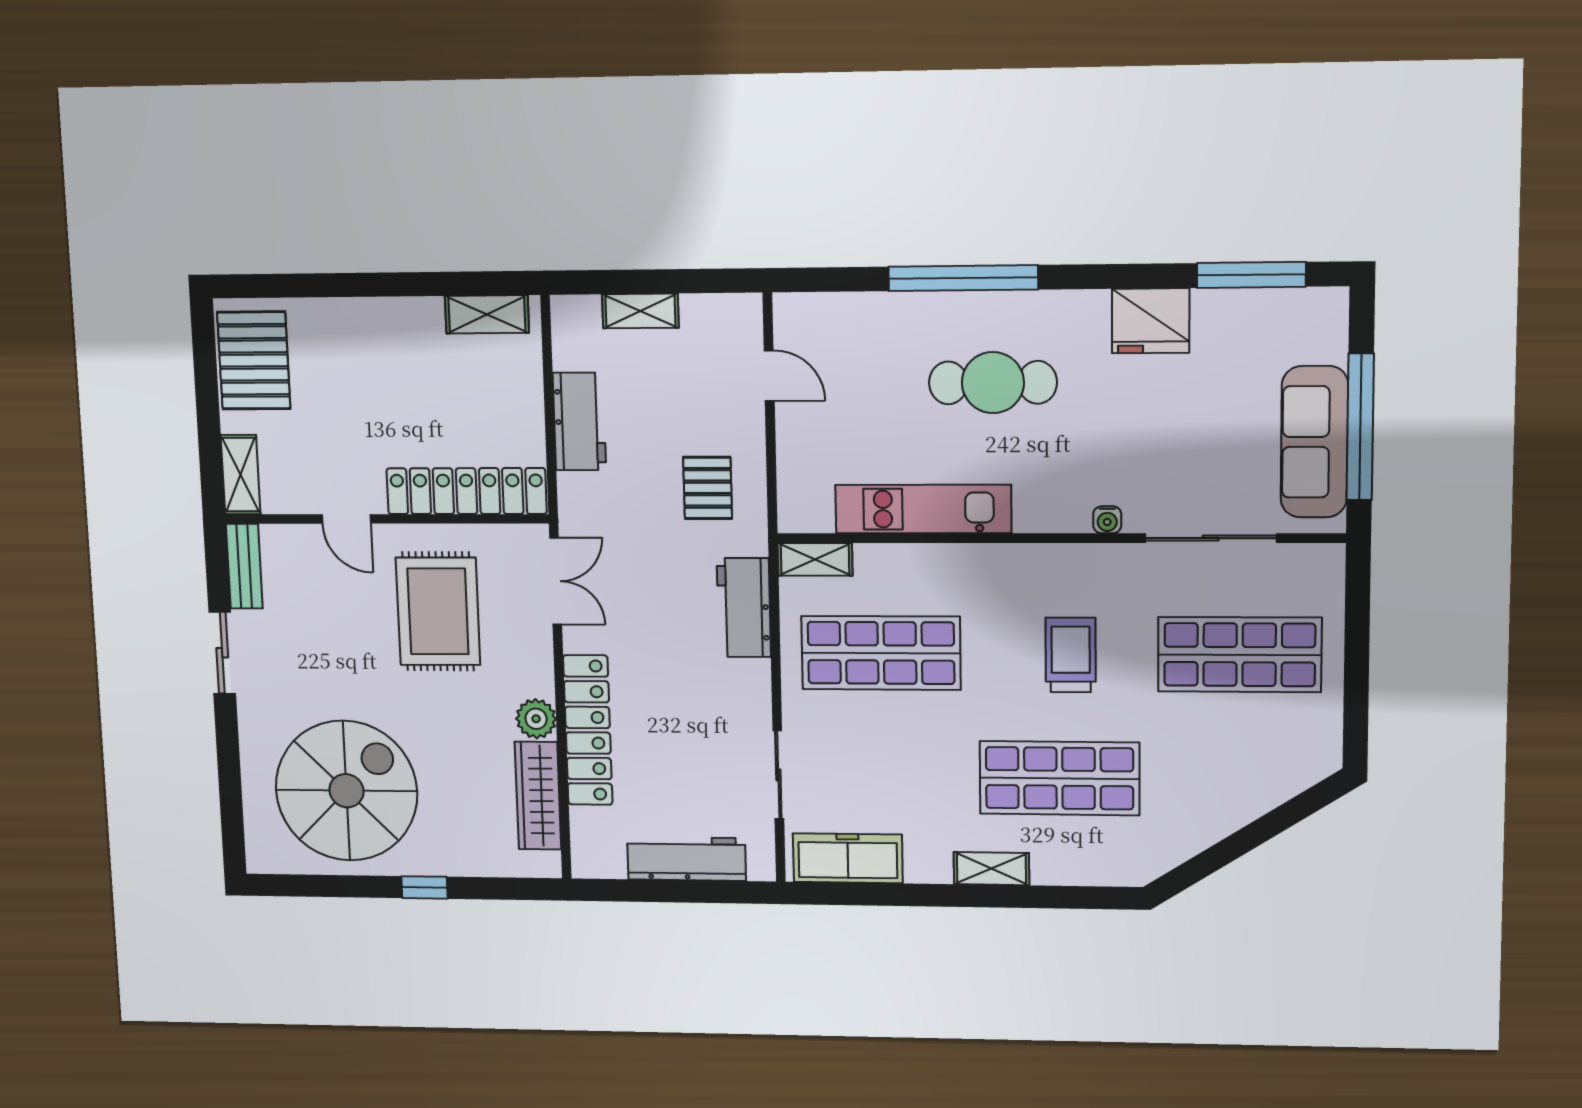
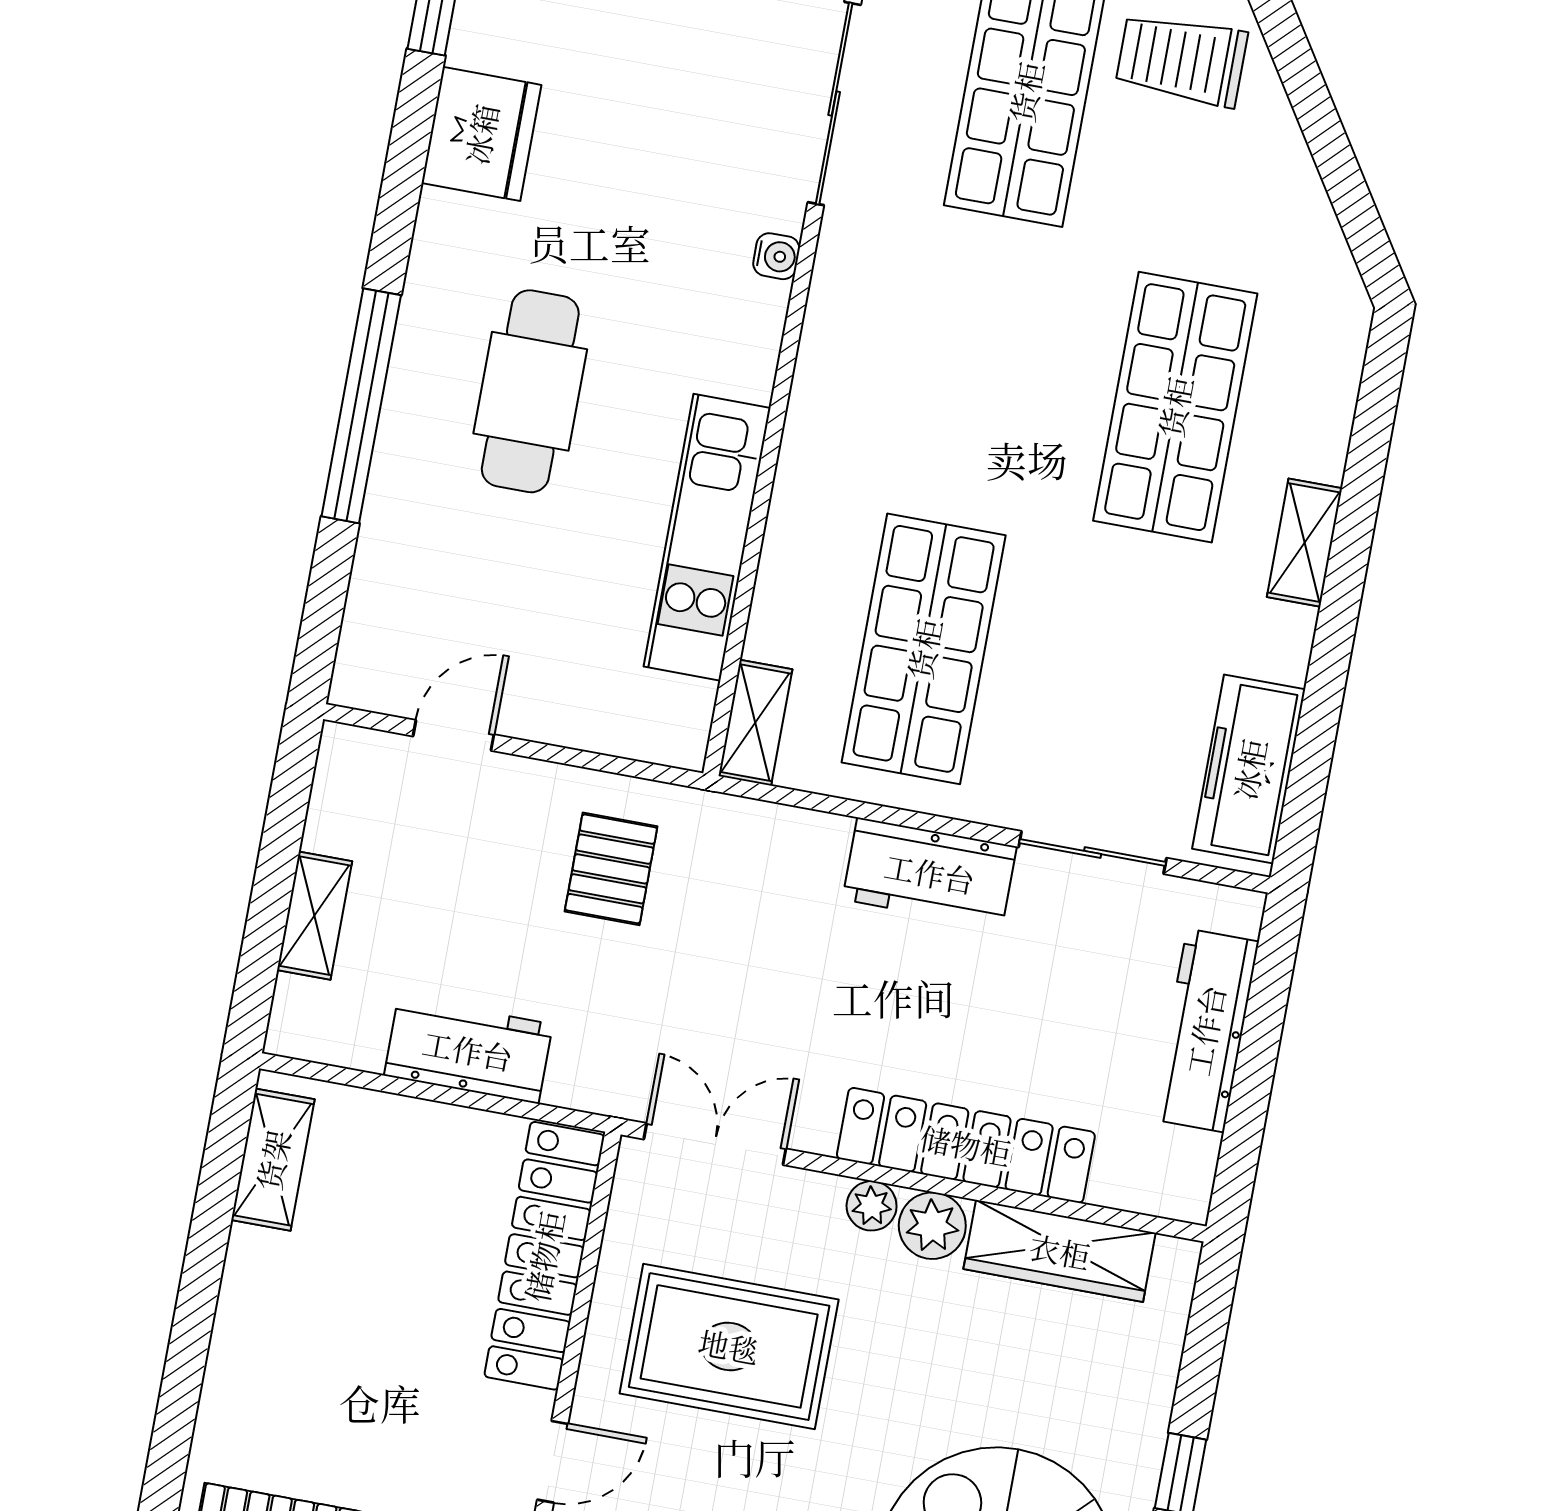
pallet: (708, 488) -> (611, 869), turned 90
workbench: (744, 608) -> (930, 873), moved
trolley: (1071, 655) -> (1181, 60), moved
plant: (540, 681) -> (872, 1206), added

